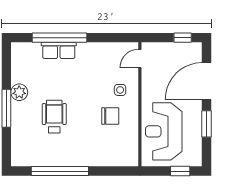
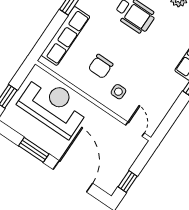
row of seats: (105, 158) -> (65, 36), added

